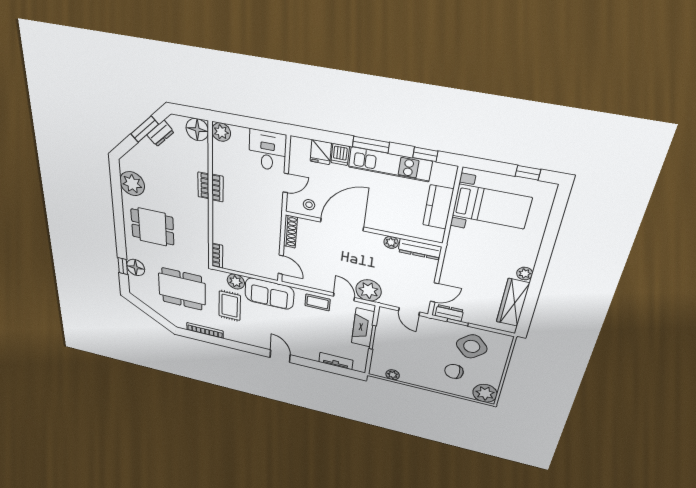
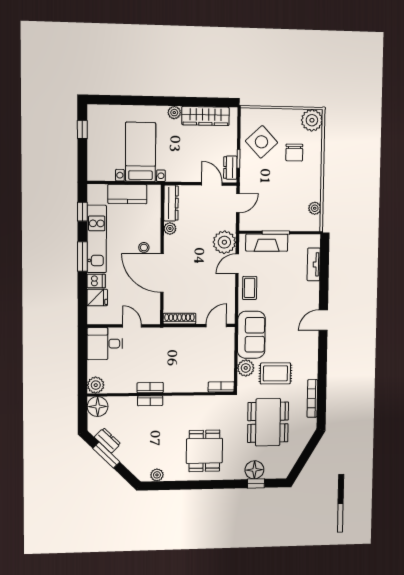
plant: (132, 184) -> (157, 475), width x0.53, depth x0.53
stool: (309, 205) -> (144, 247), moved
bed with nightstands: (492, 207) -> (141, 152), moved

